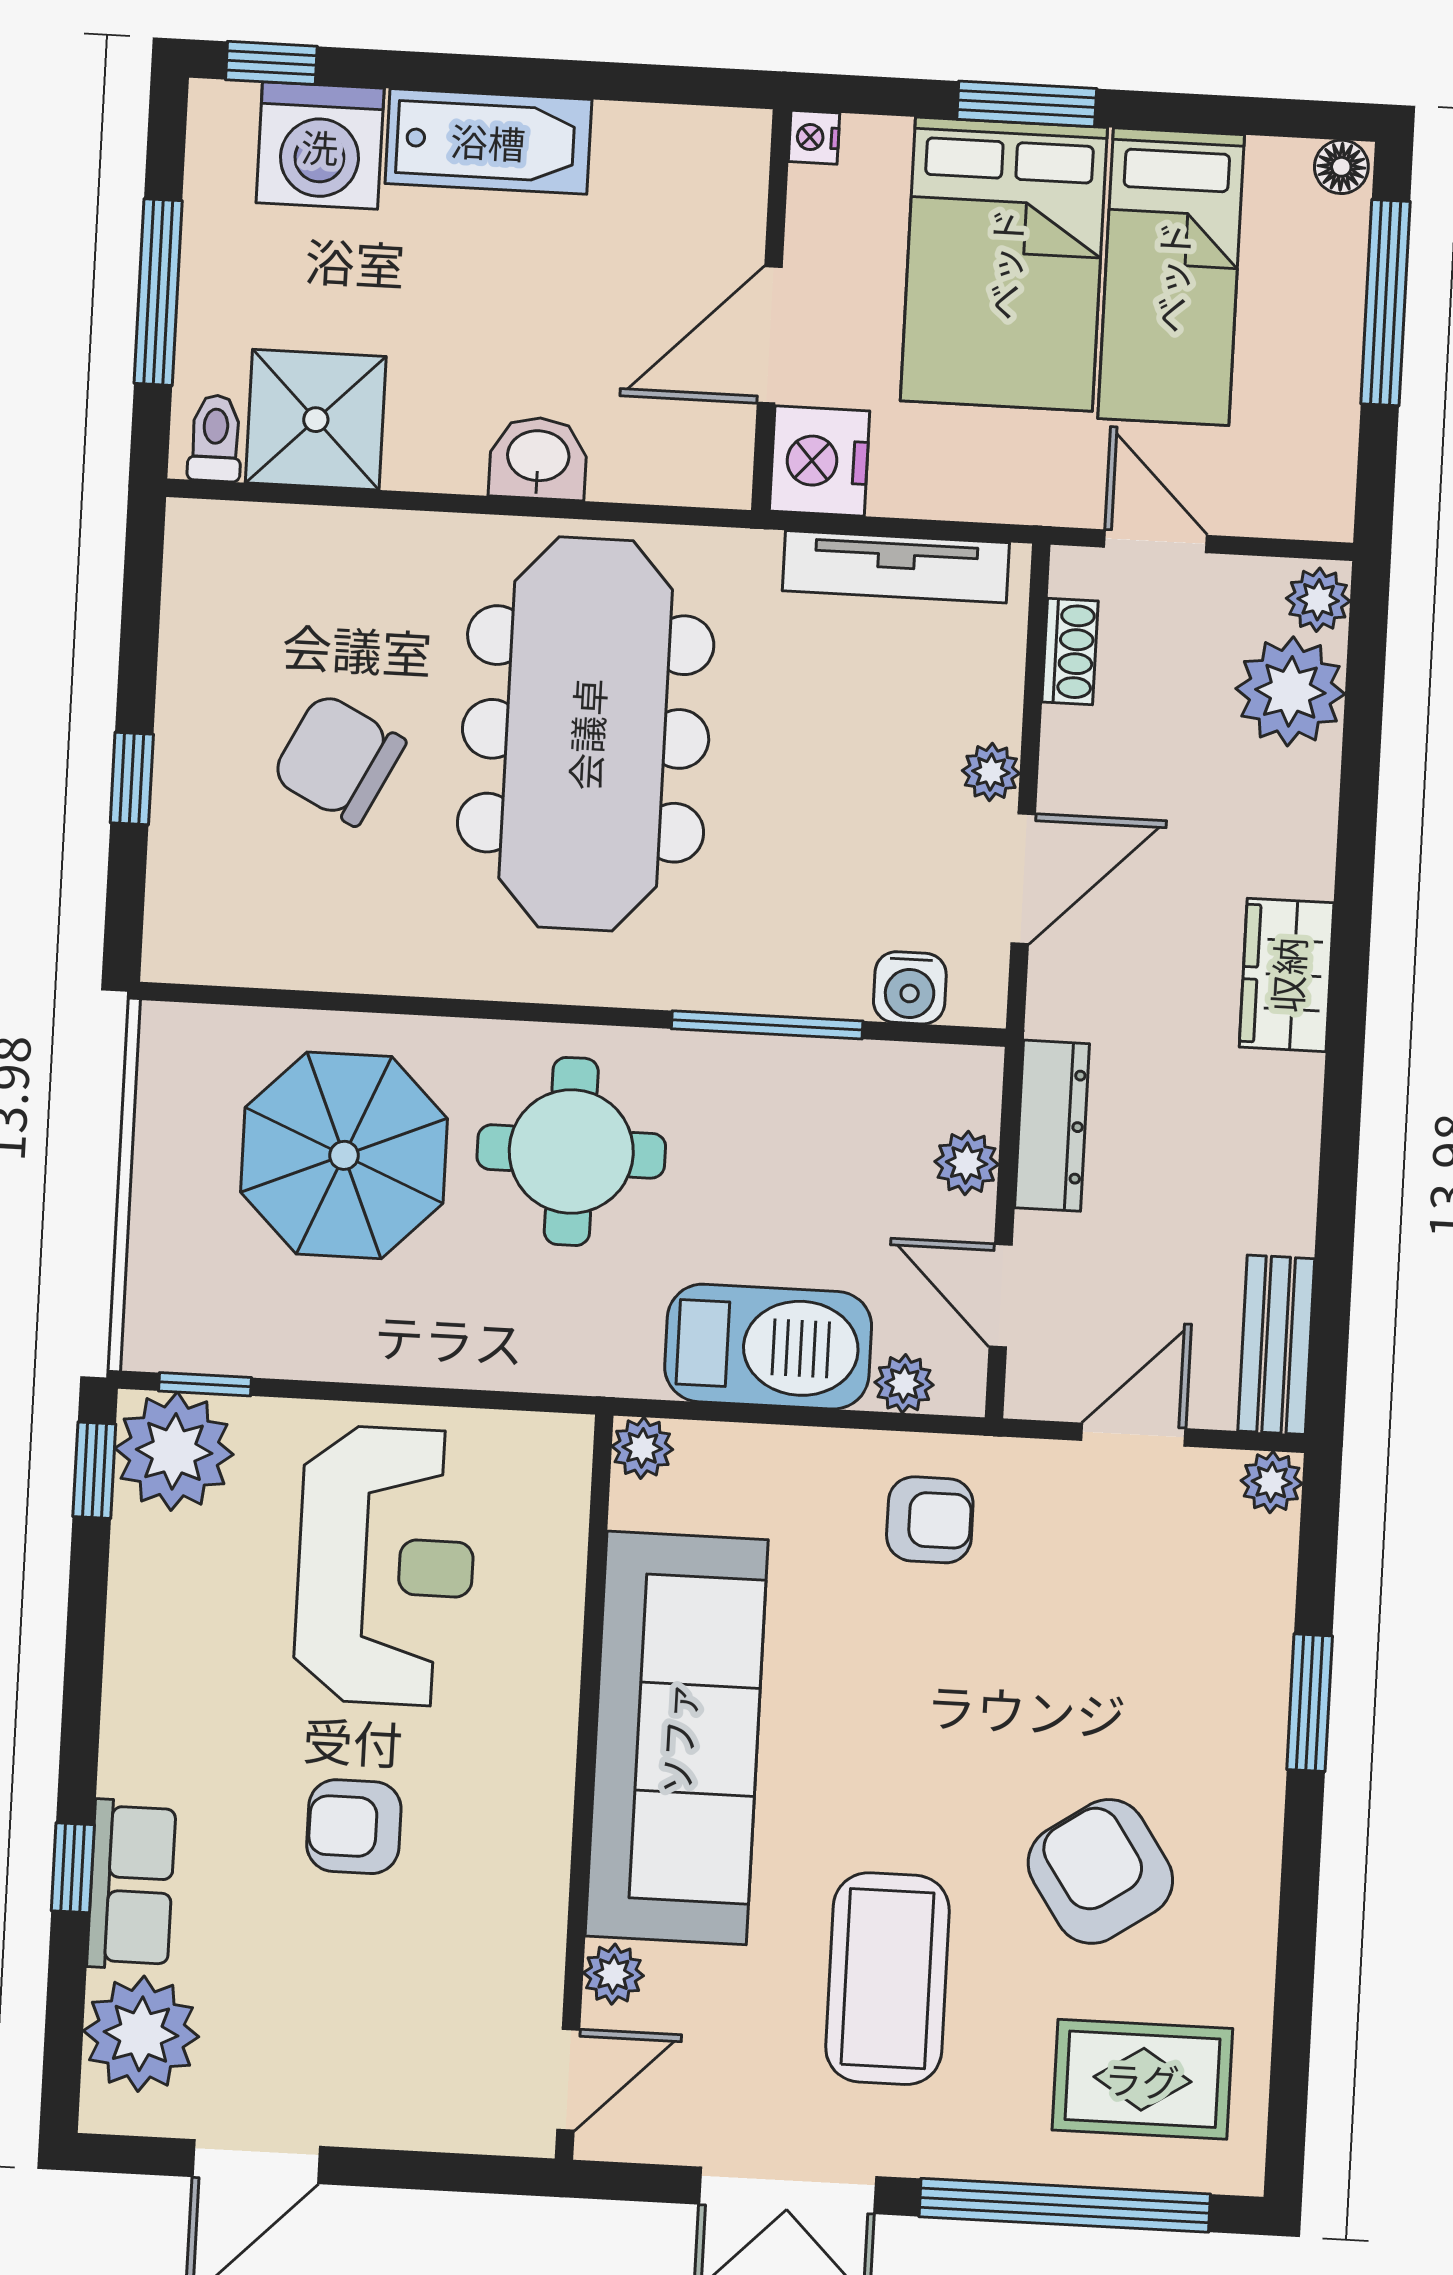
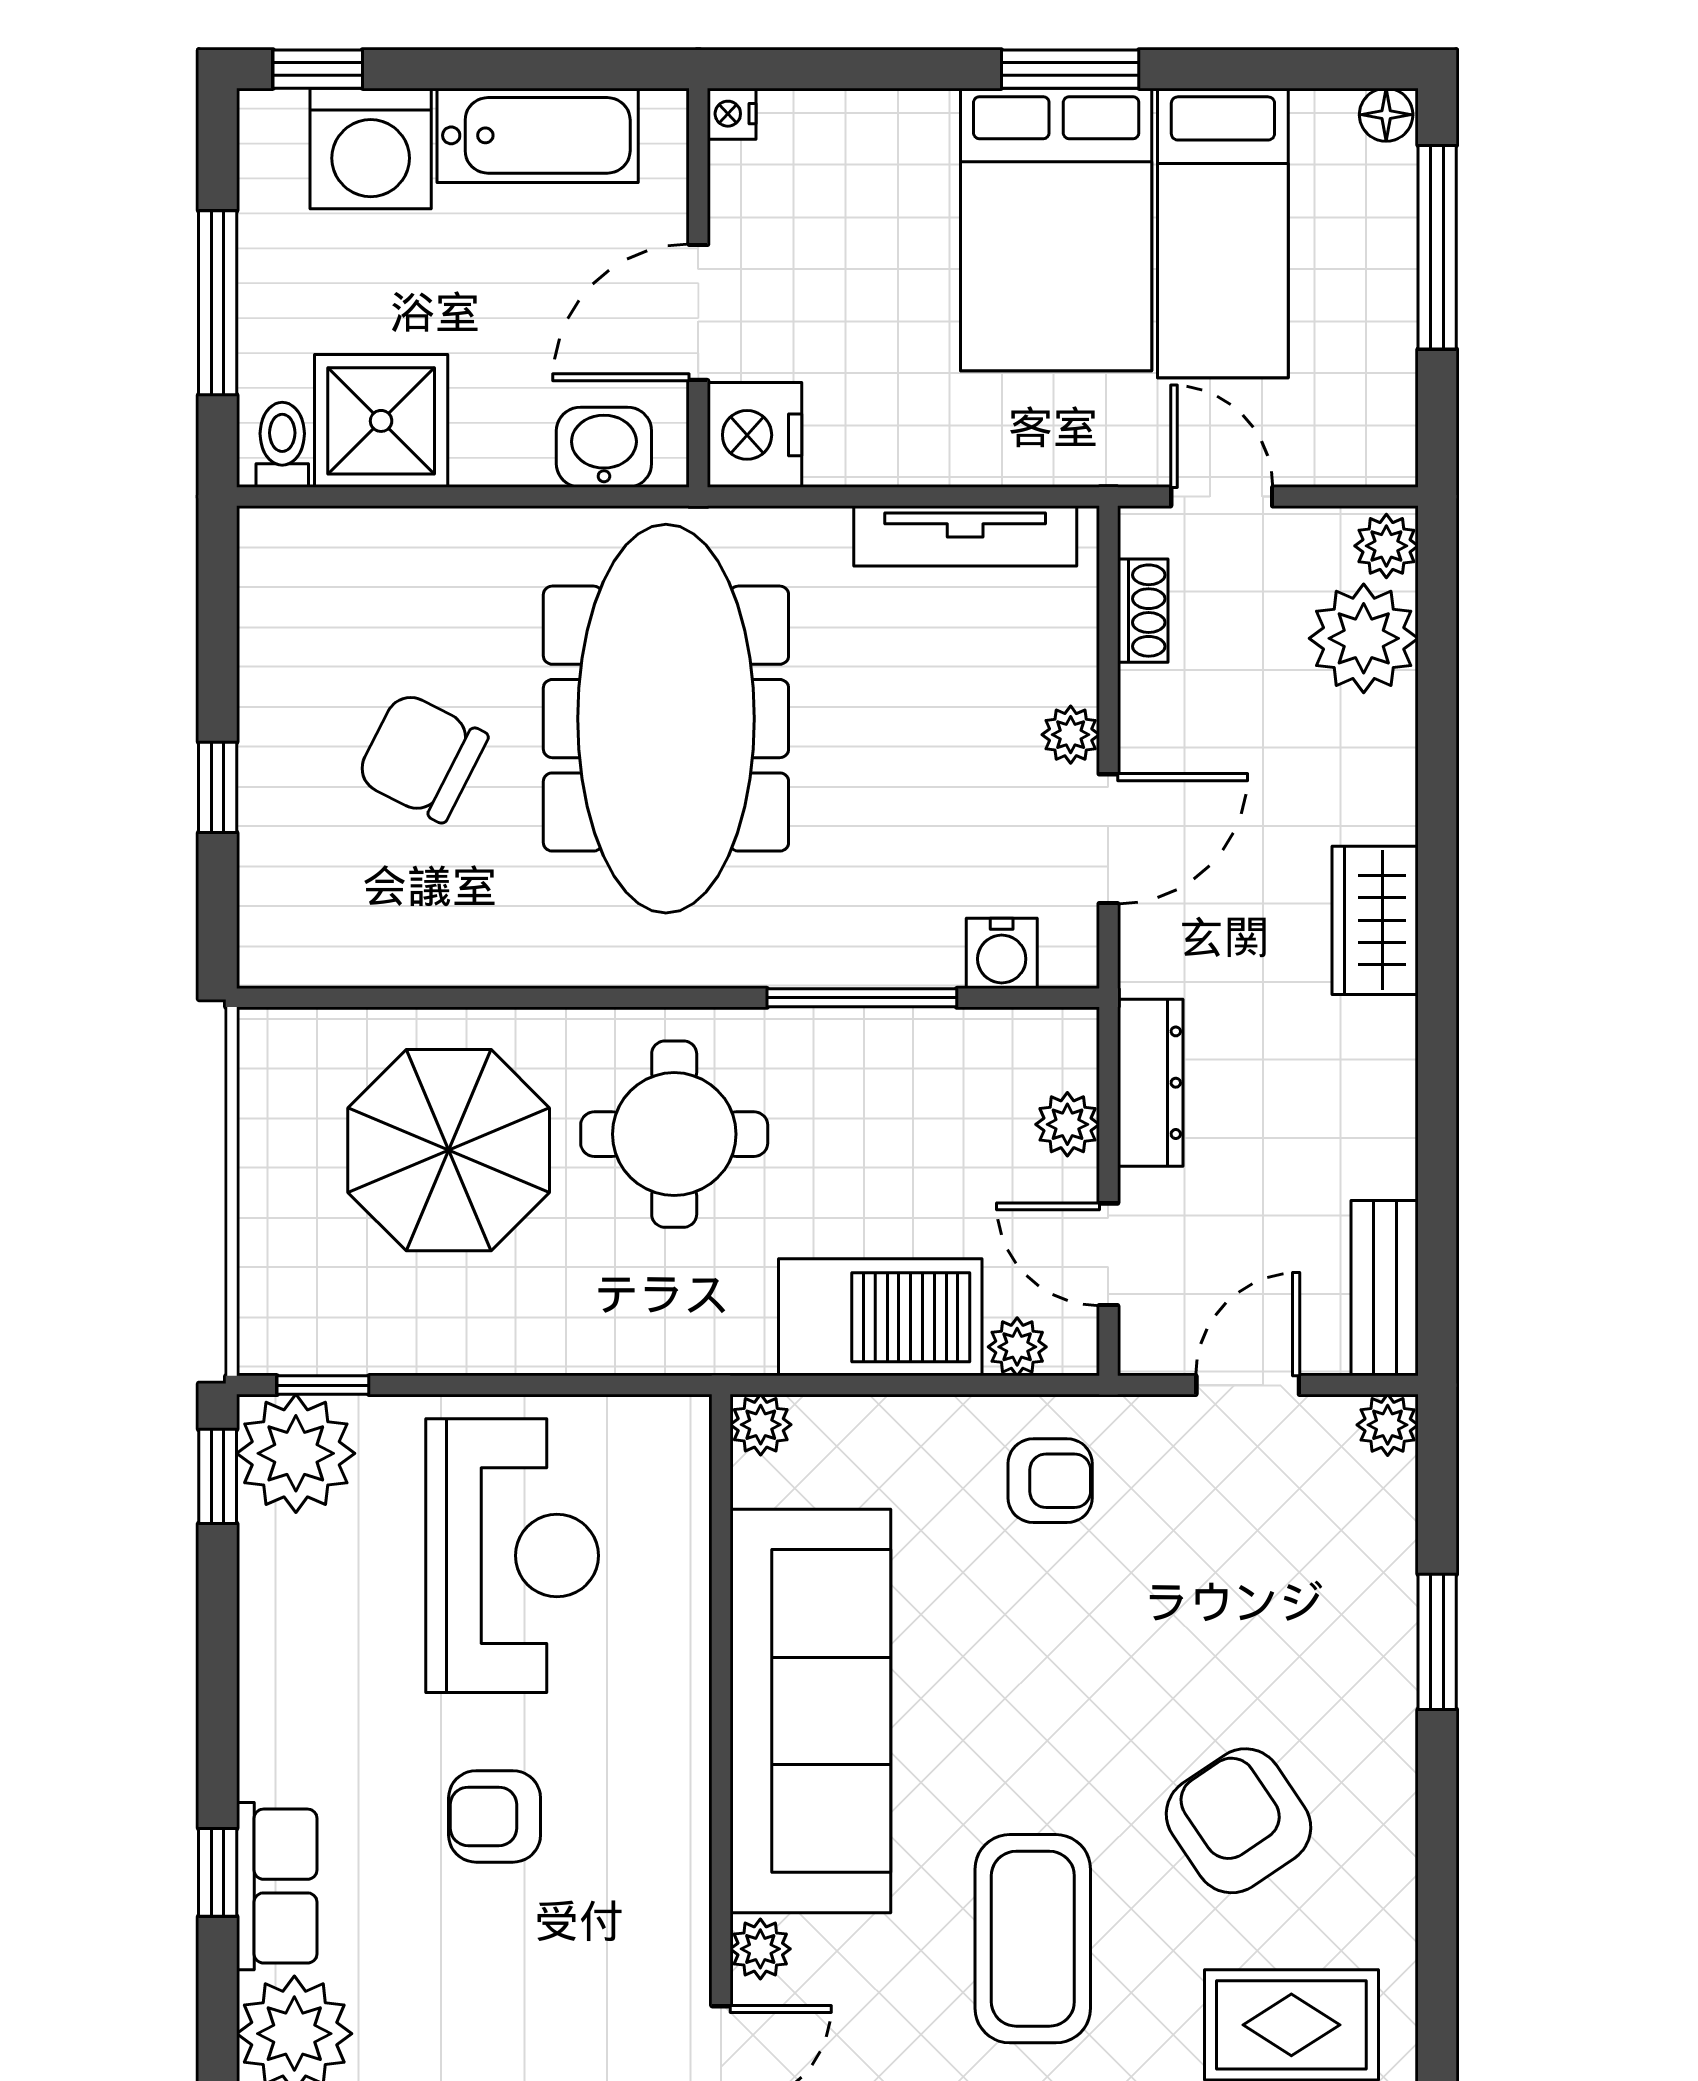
nightstand: (814, 137) -> (732, 114), moved
wall: (771, 310) -> (698, 288), moved
door: (770, 335) -> (698, 312), moved
nightstand: (820, 461) -> (755, 435), moved

